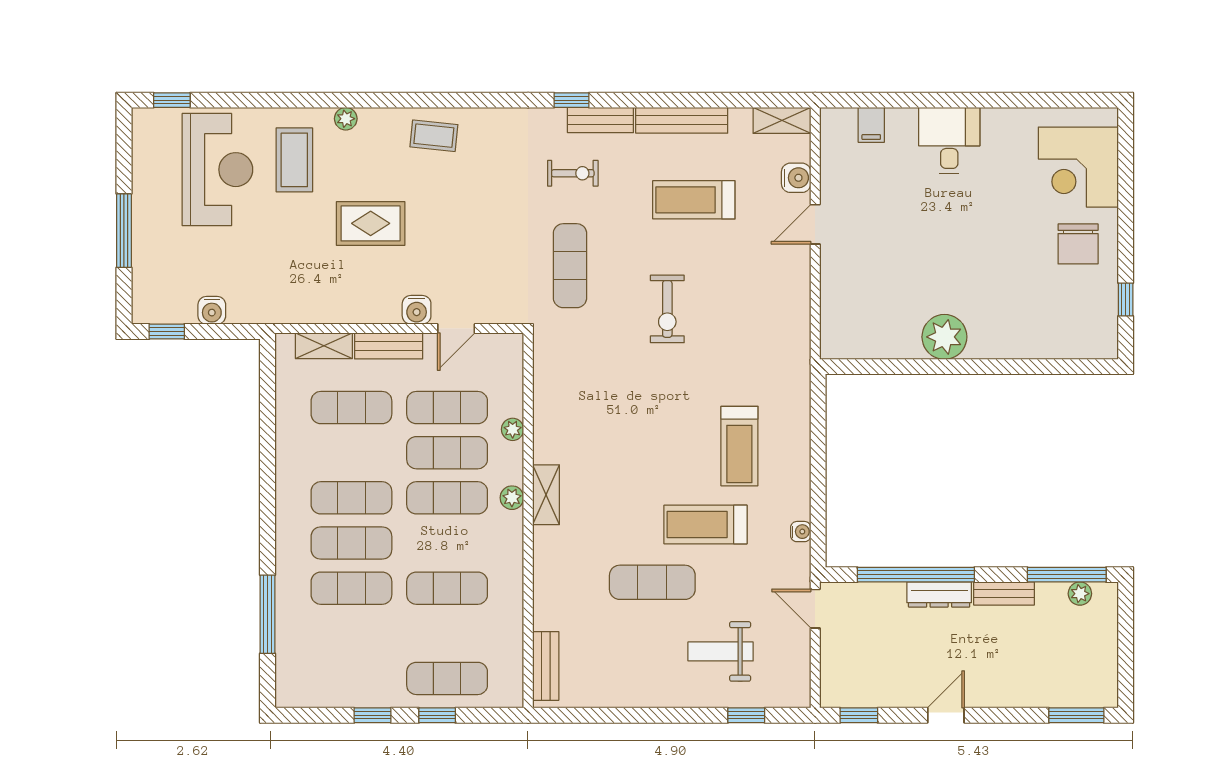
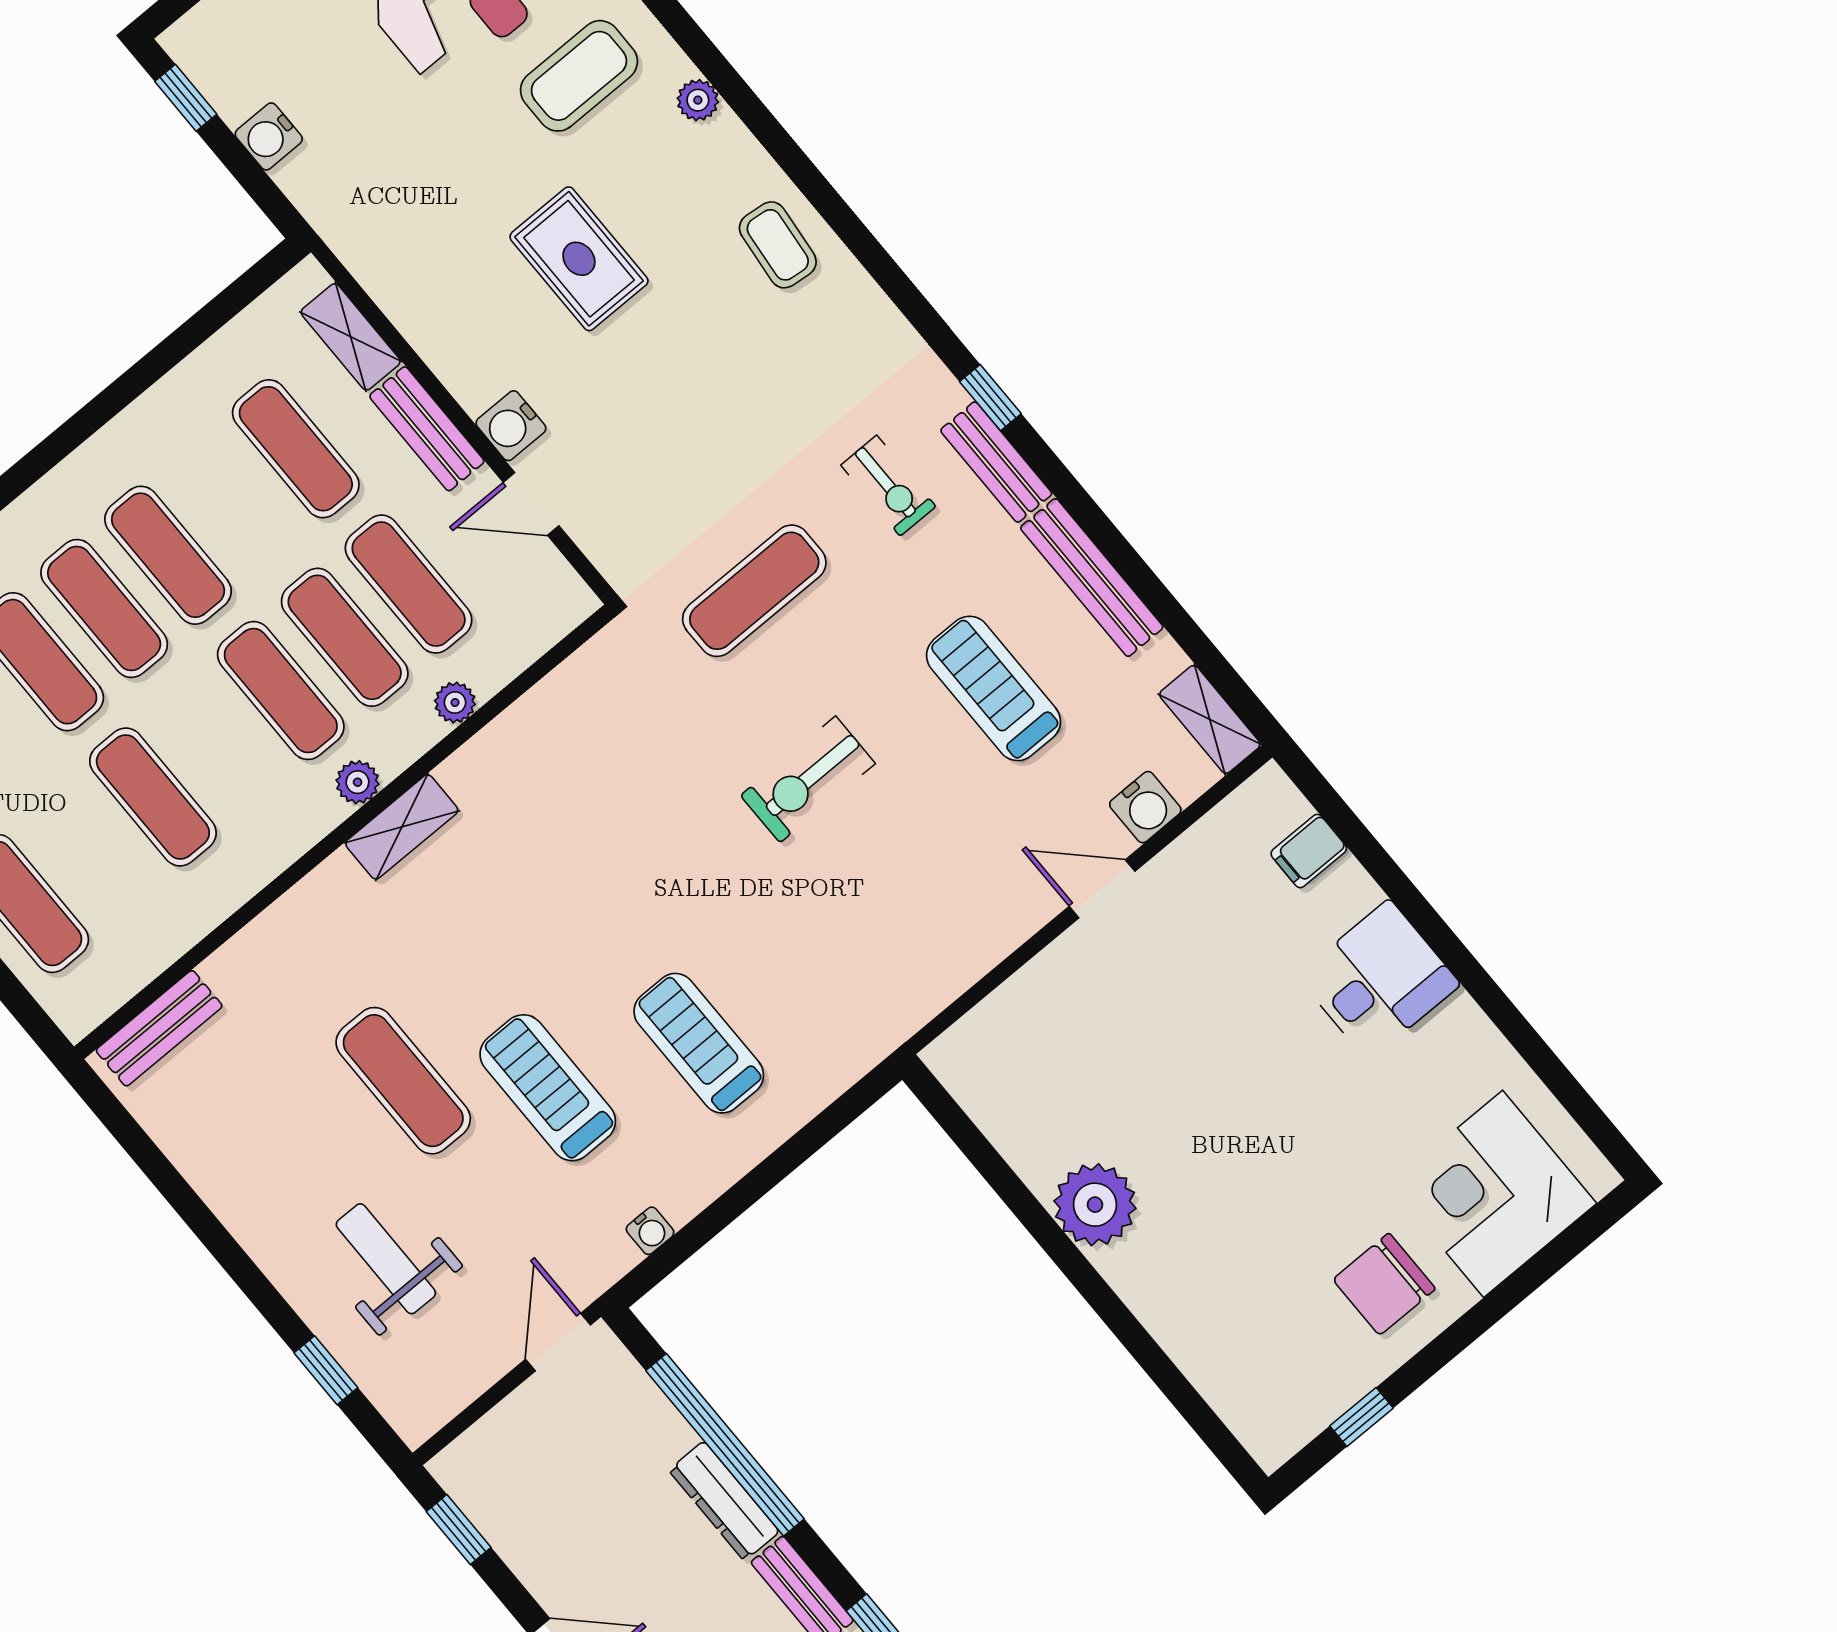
treadmill: (739, 446) -> (699, 1043), turned 90

